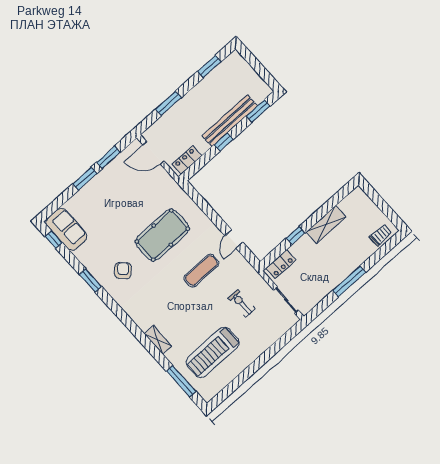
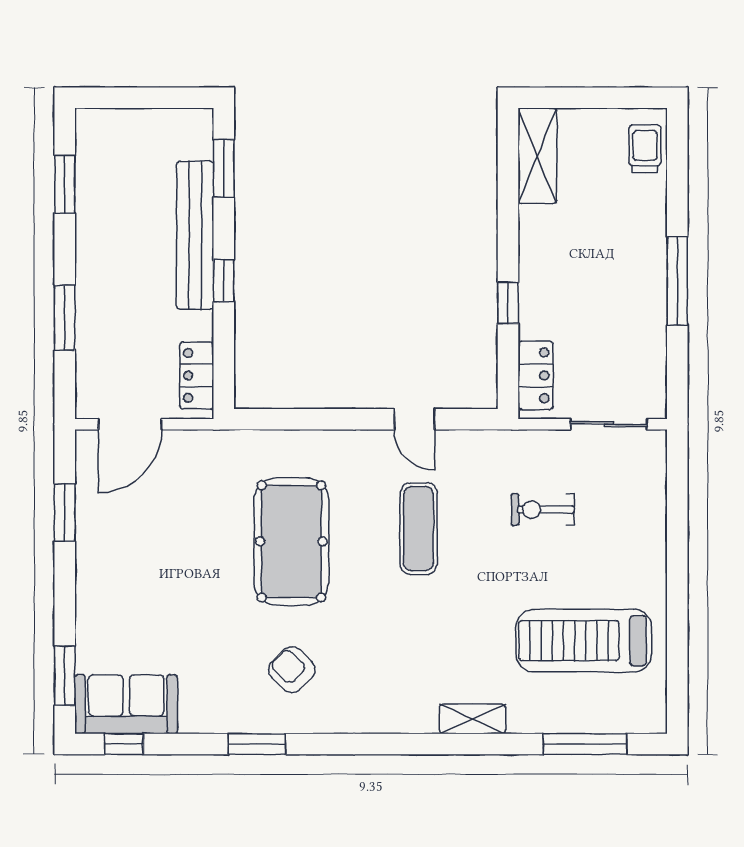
window: (85, 179) -> (65, 675), moved
shelving: (326, 224) -> (537, 156), moved
treadmill: (213, 352) -> (584, 641), turned 90

